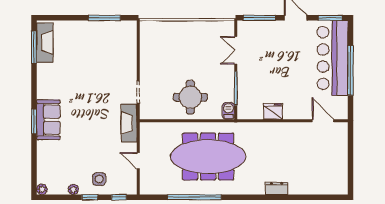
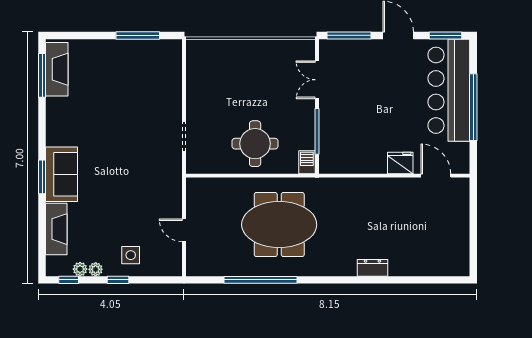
fridge: (273, 111) -> (400, 163), moved
fireplace: (129, 123) -> (56, 229), moved, turned 180
meeting table: (208, 157) -> (279, 225), width x0.73
plant: (42, 189) -> (80, 269), moved
window: (119, 197) -> (69, 280), moved

